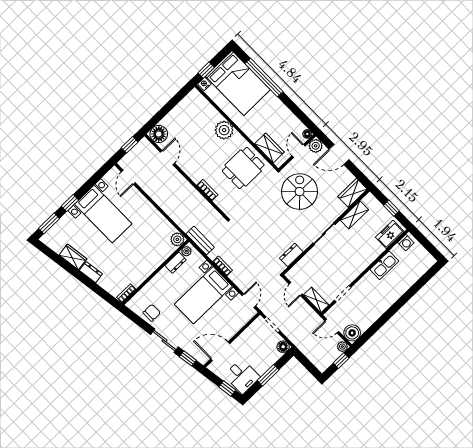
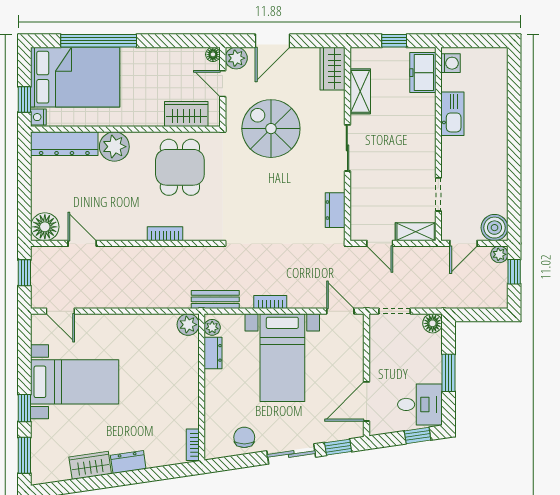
dresser: (204, 107) -> (64, 144), added

